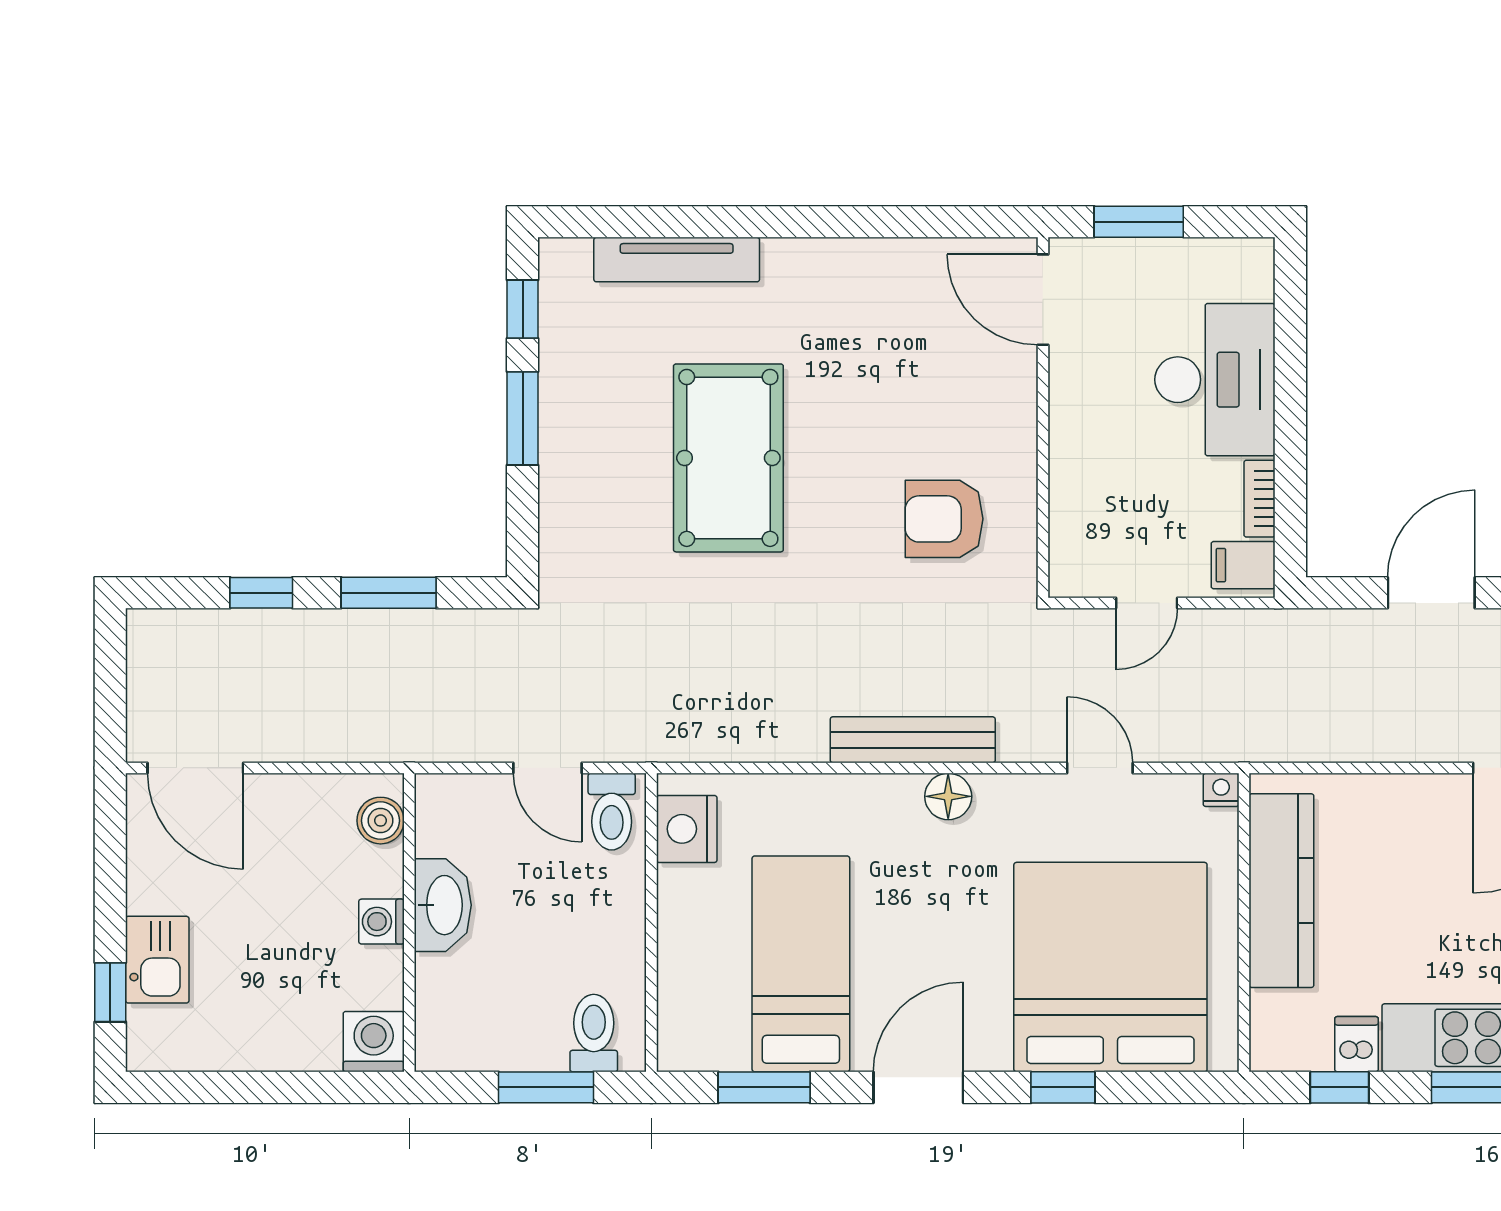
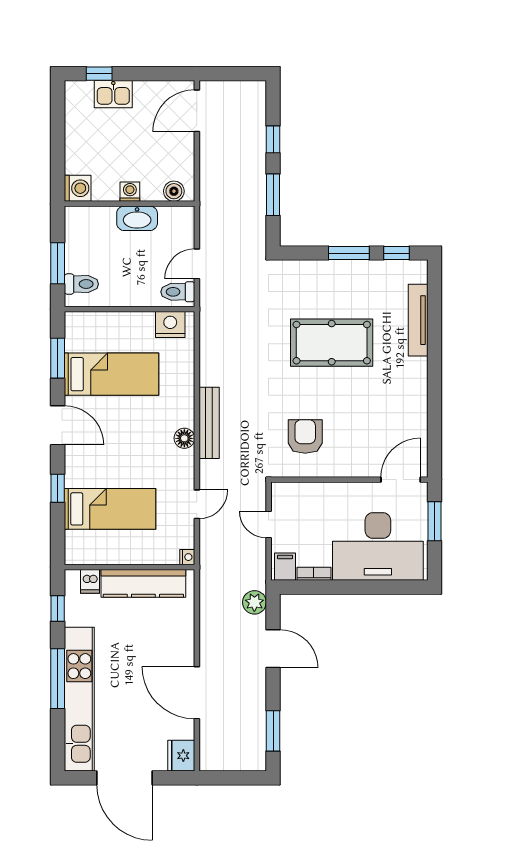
desk: (1215, 380) -> (378, 547), width x1.36, depth x1.30
plant: (1325, 635) -> (254, 602), added
bed: (1110, 967) -> (110, 509), width x0.49
dishwasher: (1356, 1044) -> (90, 581), moved, turned 90

